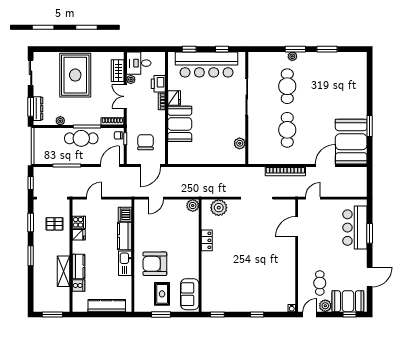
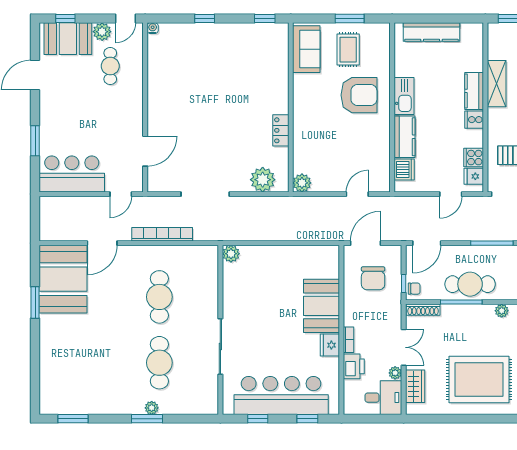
window: (327, 49) -> (73, 419), moved
rug: (75, 75) -> (479, 380), turned 90
plant: (240, 143) -> (231, 254), moved
bar counter: (355, 228) -> (72, 174), moved, turned -90
fridge: (79, 235) -> (474, 176), moved
cooker: (78, 285) -> (474, 120), moved

